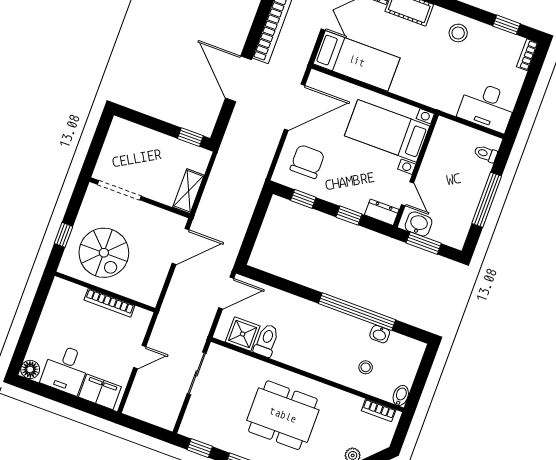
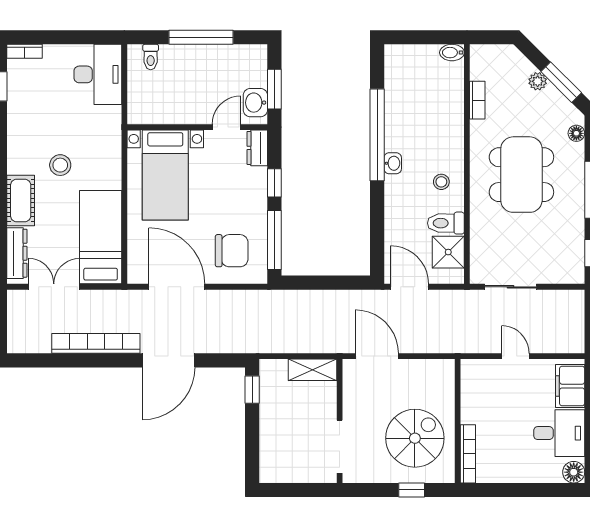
stool: (458, 33) -> (60, 165), moved
chair: (307, 162) -> (232, 251), turned 180
window: (303, 199) -> (274, 240), width x2.17
bookcase: (109, 303) -> (468, 454), moved
washbasin: (380, 334) -> (393, 163), moved
stool: (366, 367) -> (441, 182), moved
bookcase: (379, 410) -> (477, 100), moved

